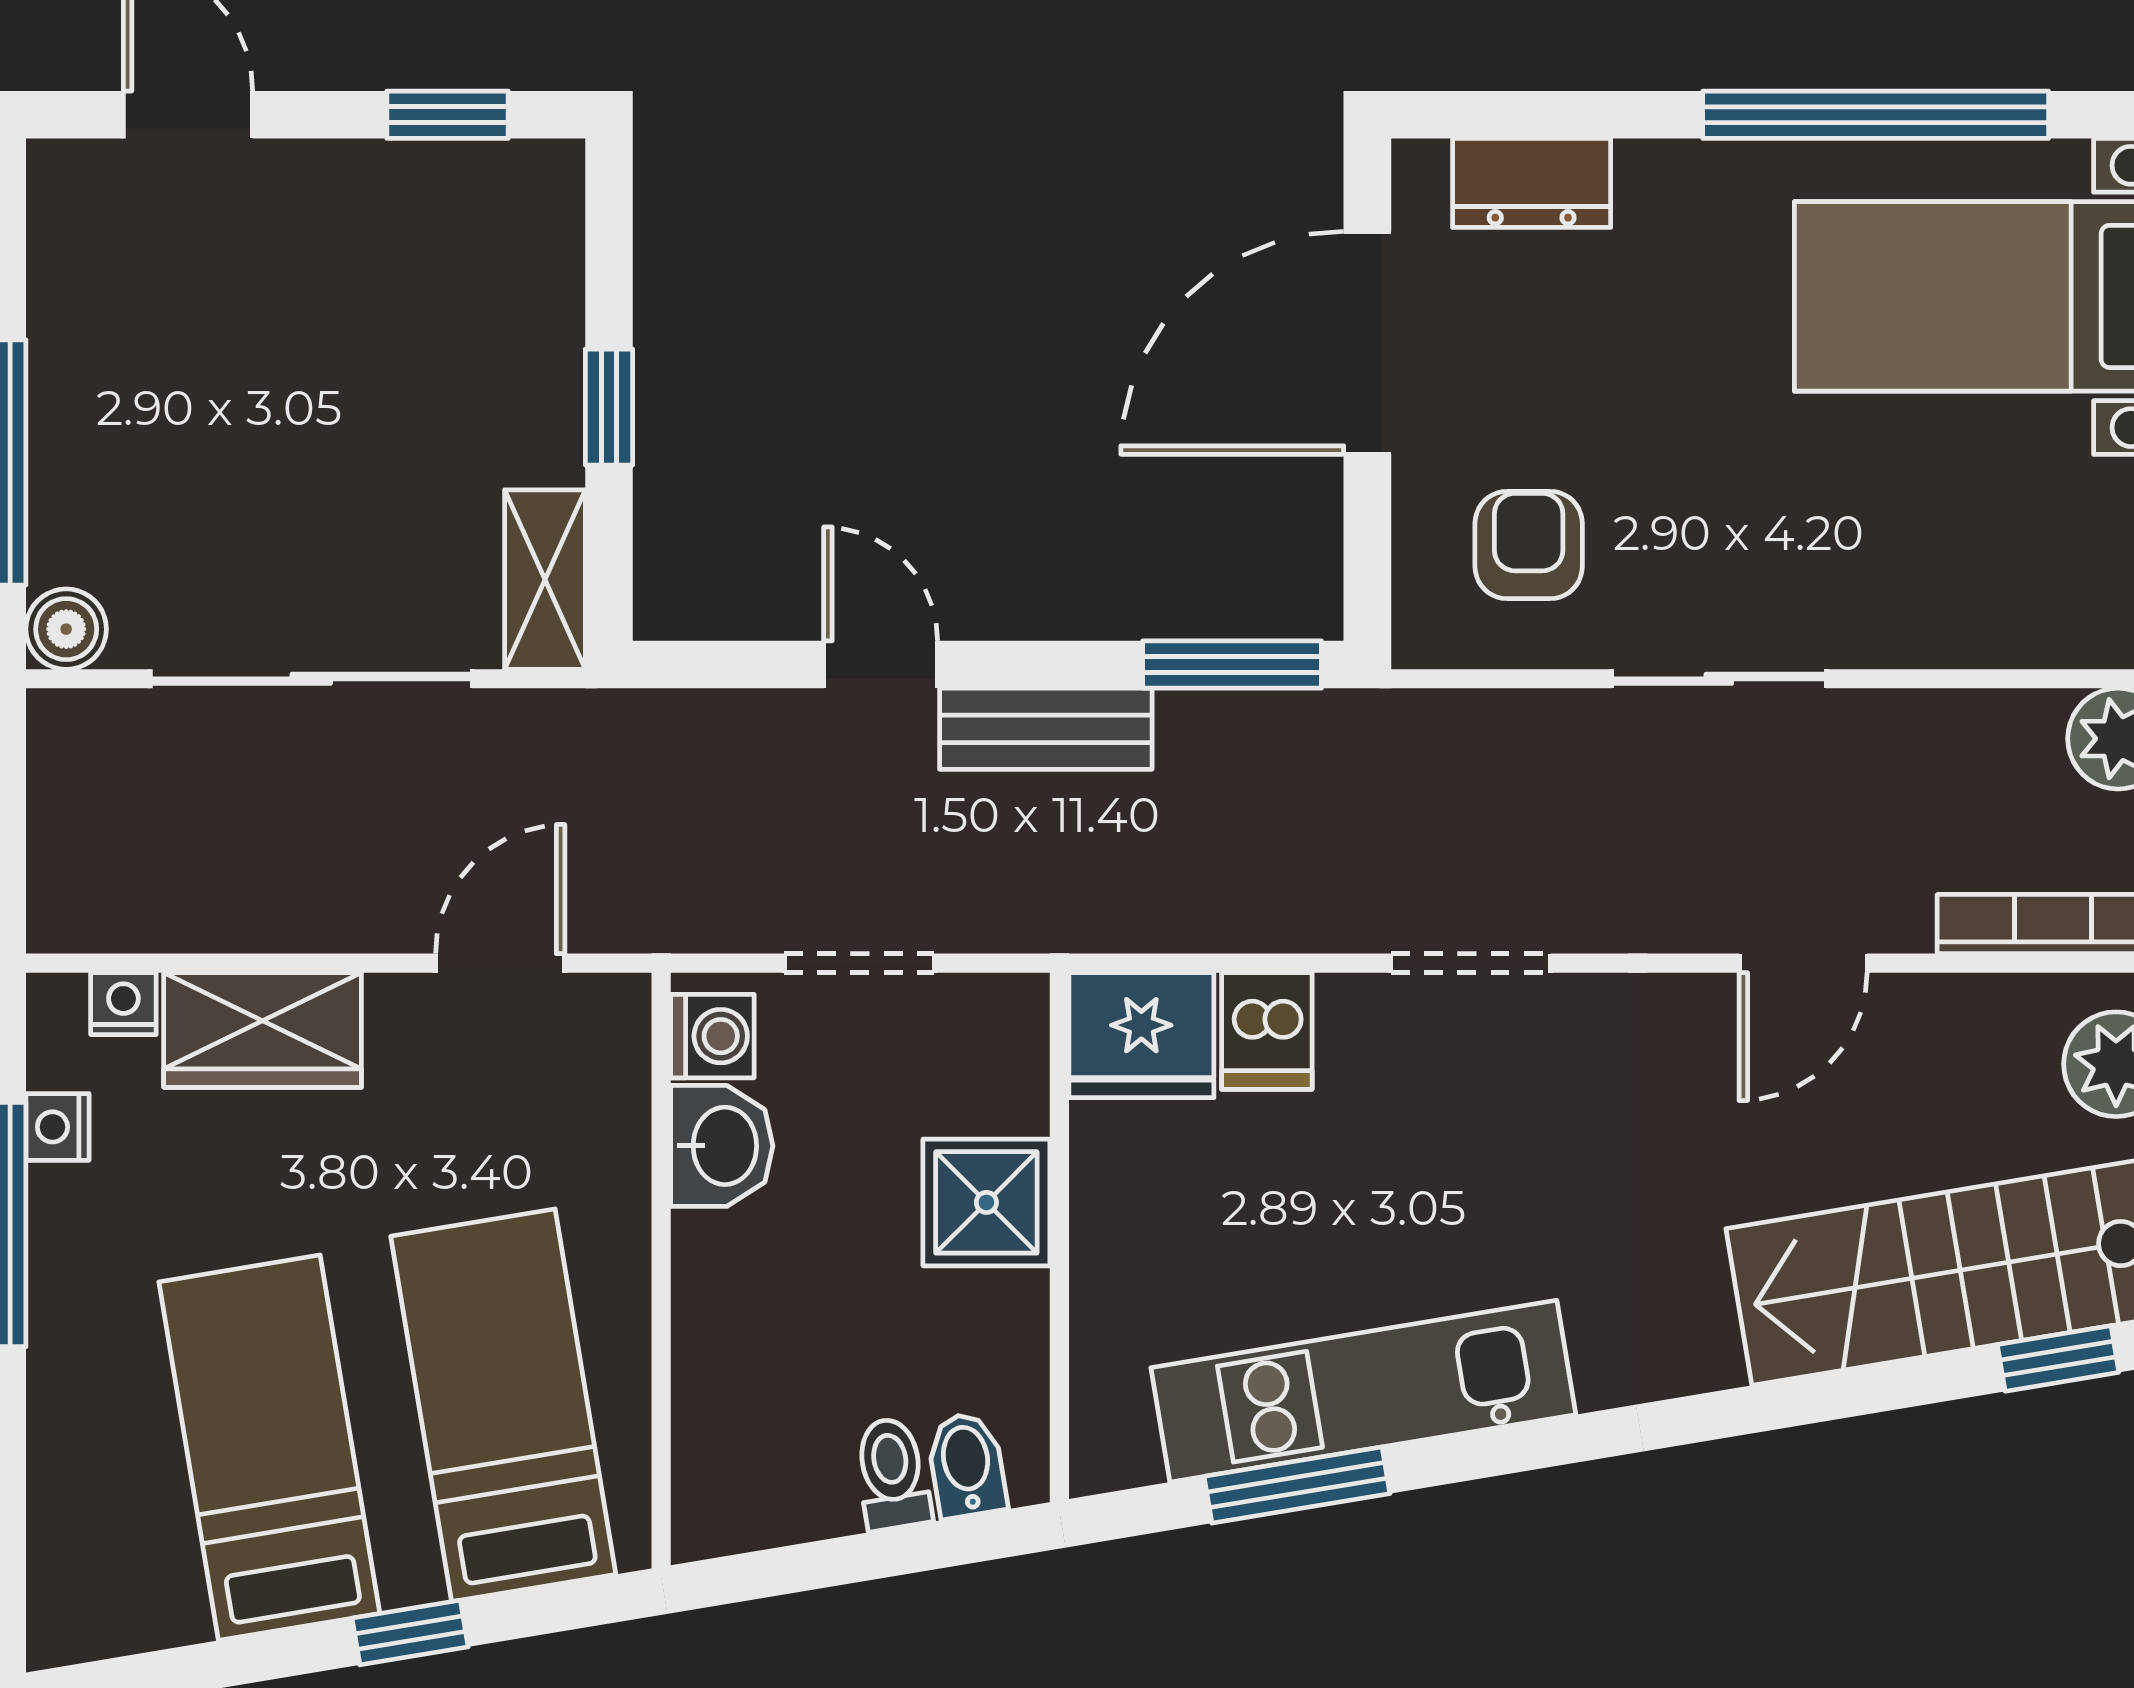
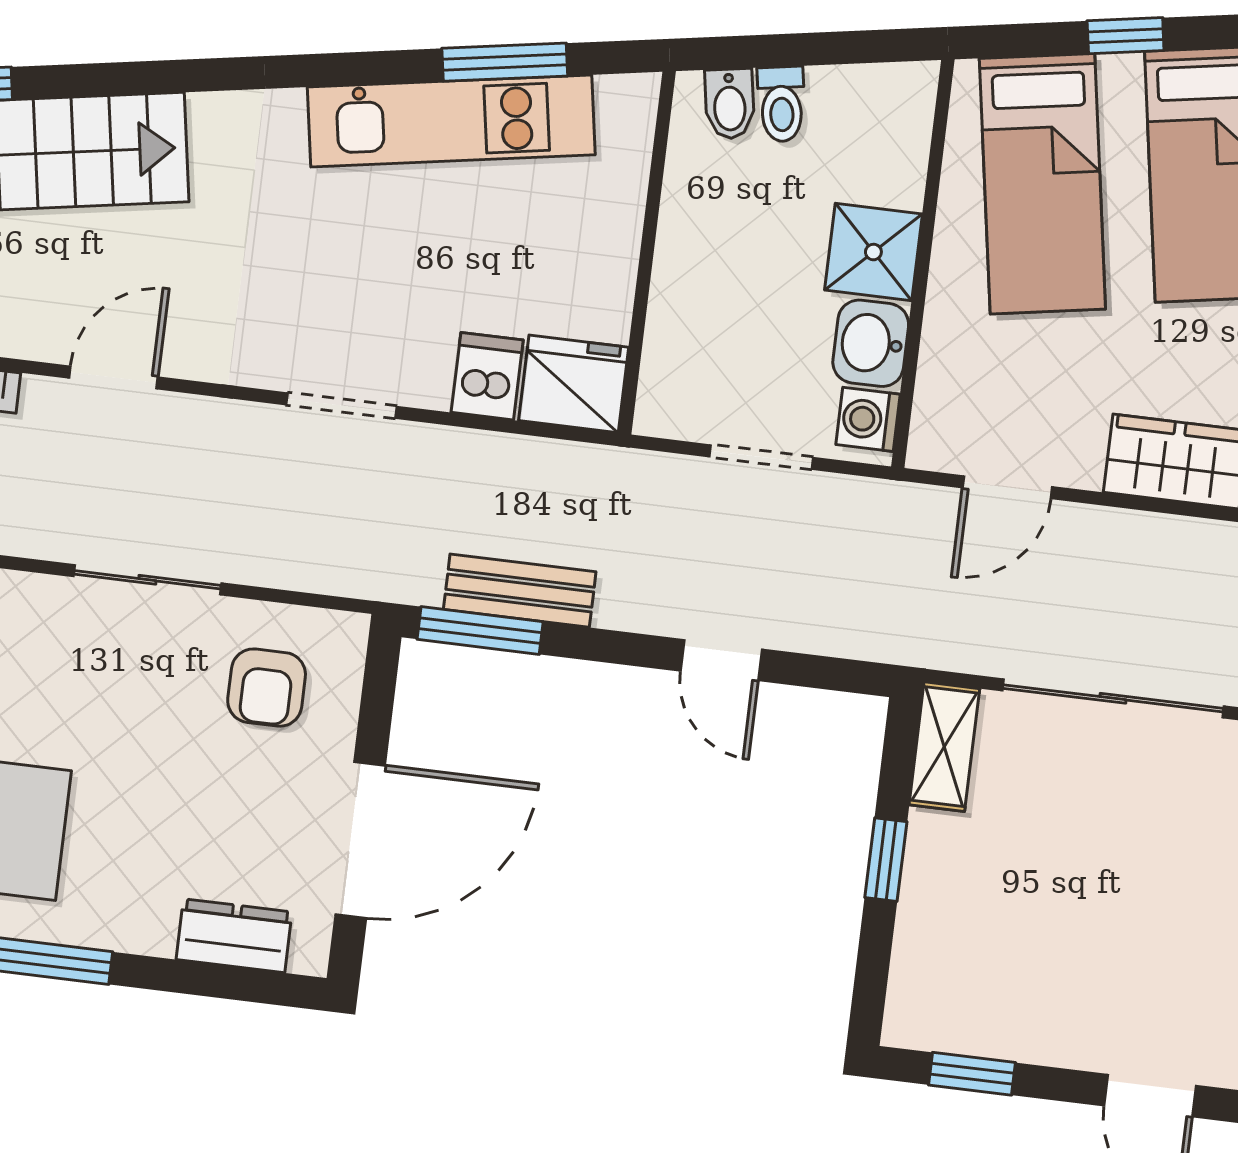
bench: (1046, 729) -> (520, 591), moved
shower: (986, 1202) -> (873, 252), moved

